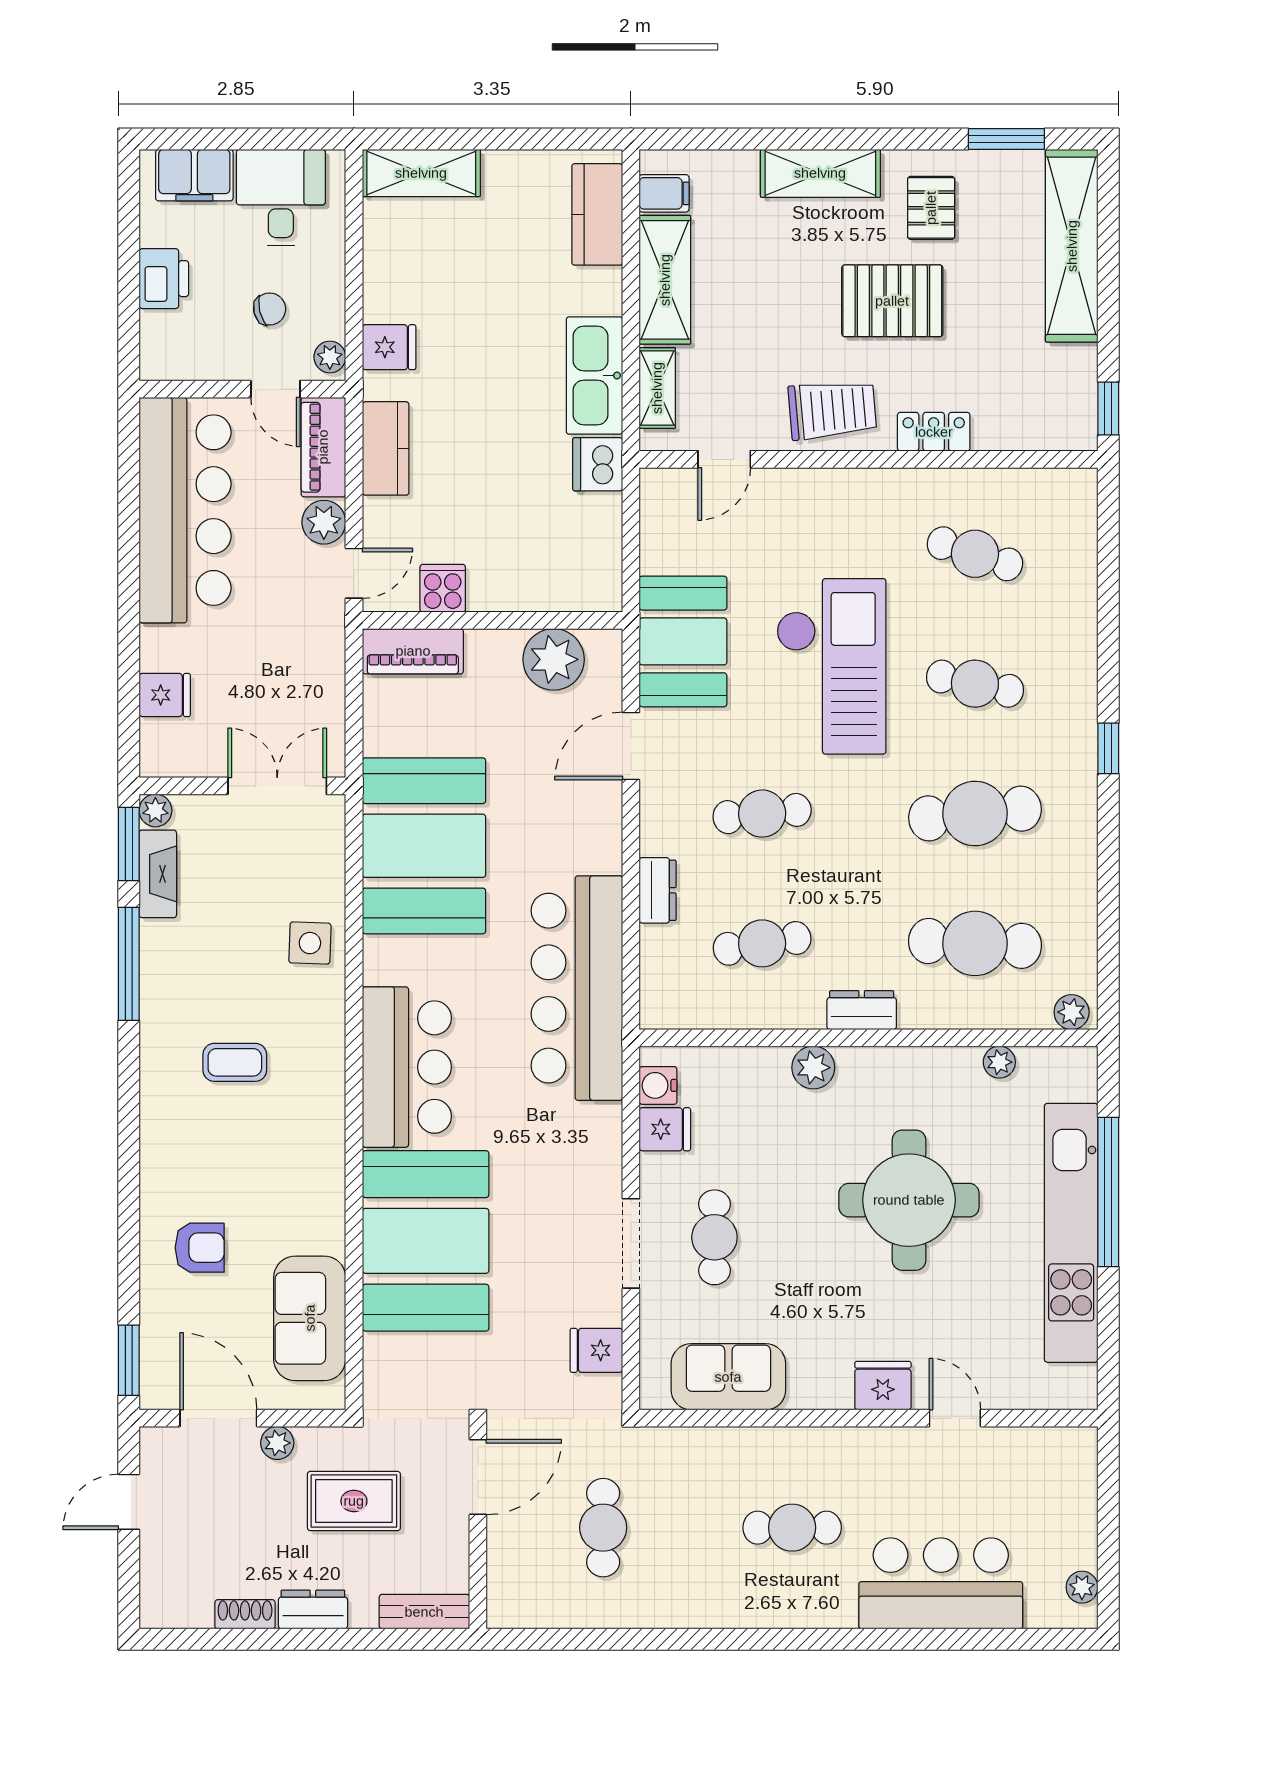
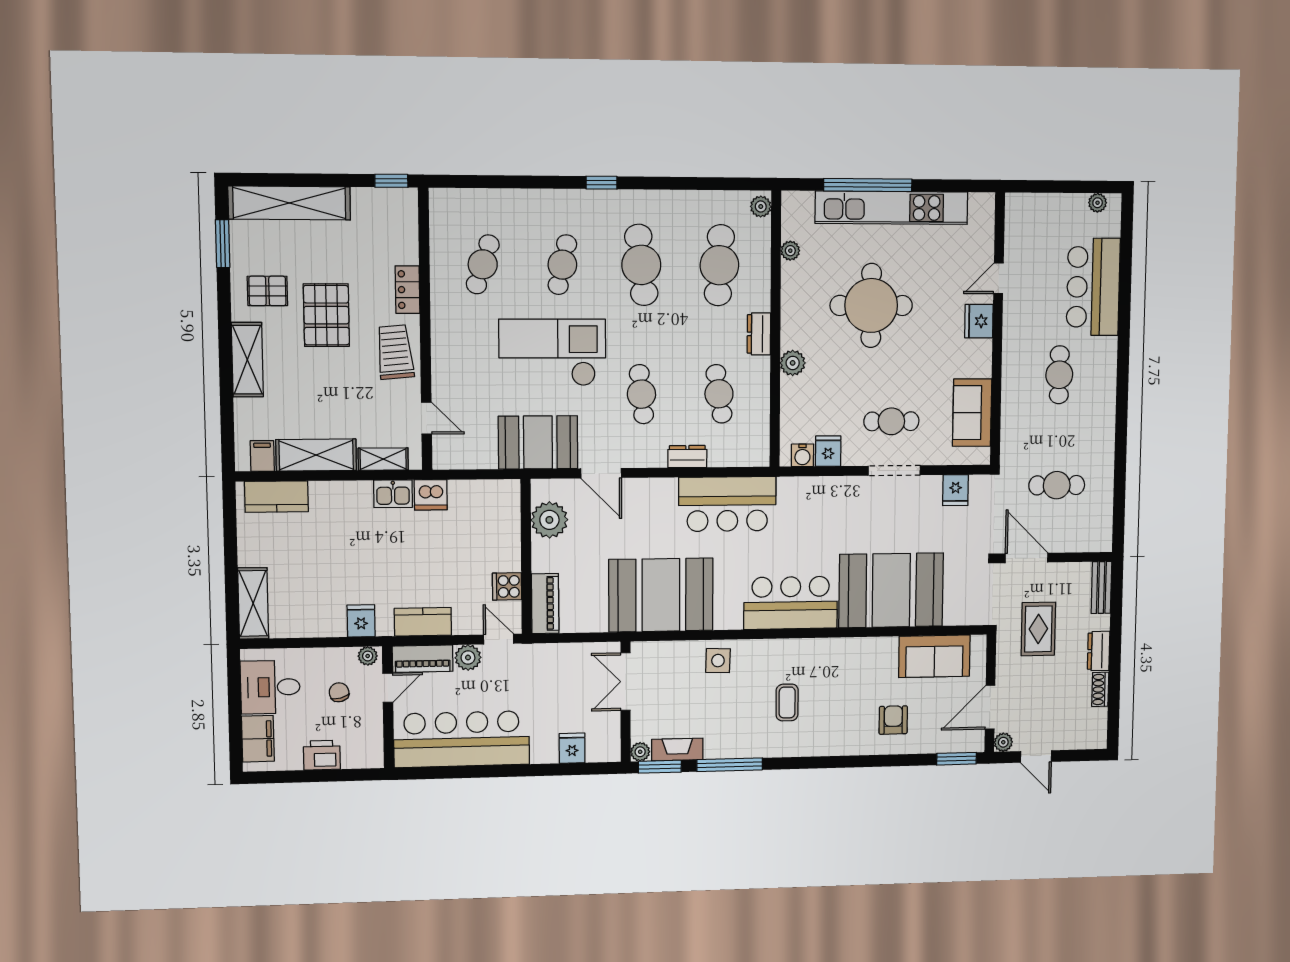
kitchen sink: (594, 376) -> (393, 494), width x0.53, depth x0.81
bar counter: (577, 988) -> (727, 504), width x0.73
plant: (277, 1443) -> (1003, 742), moved

